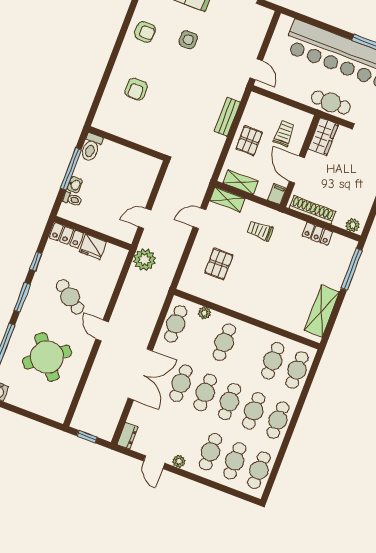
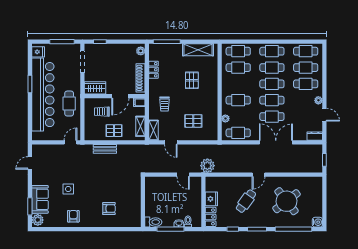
cafe table: (331, 102) -> (69, 104), moved
pallet: (280, 285) -> (192, 80), added
door: (154, 462) -> (324, 115), hinge flipped

